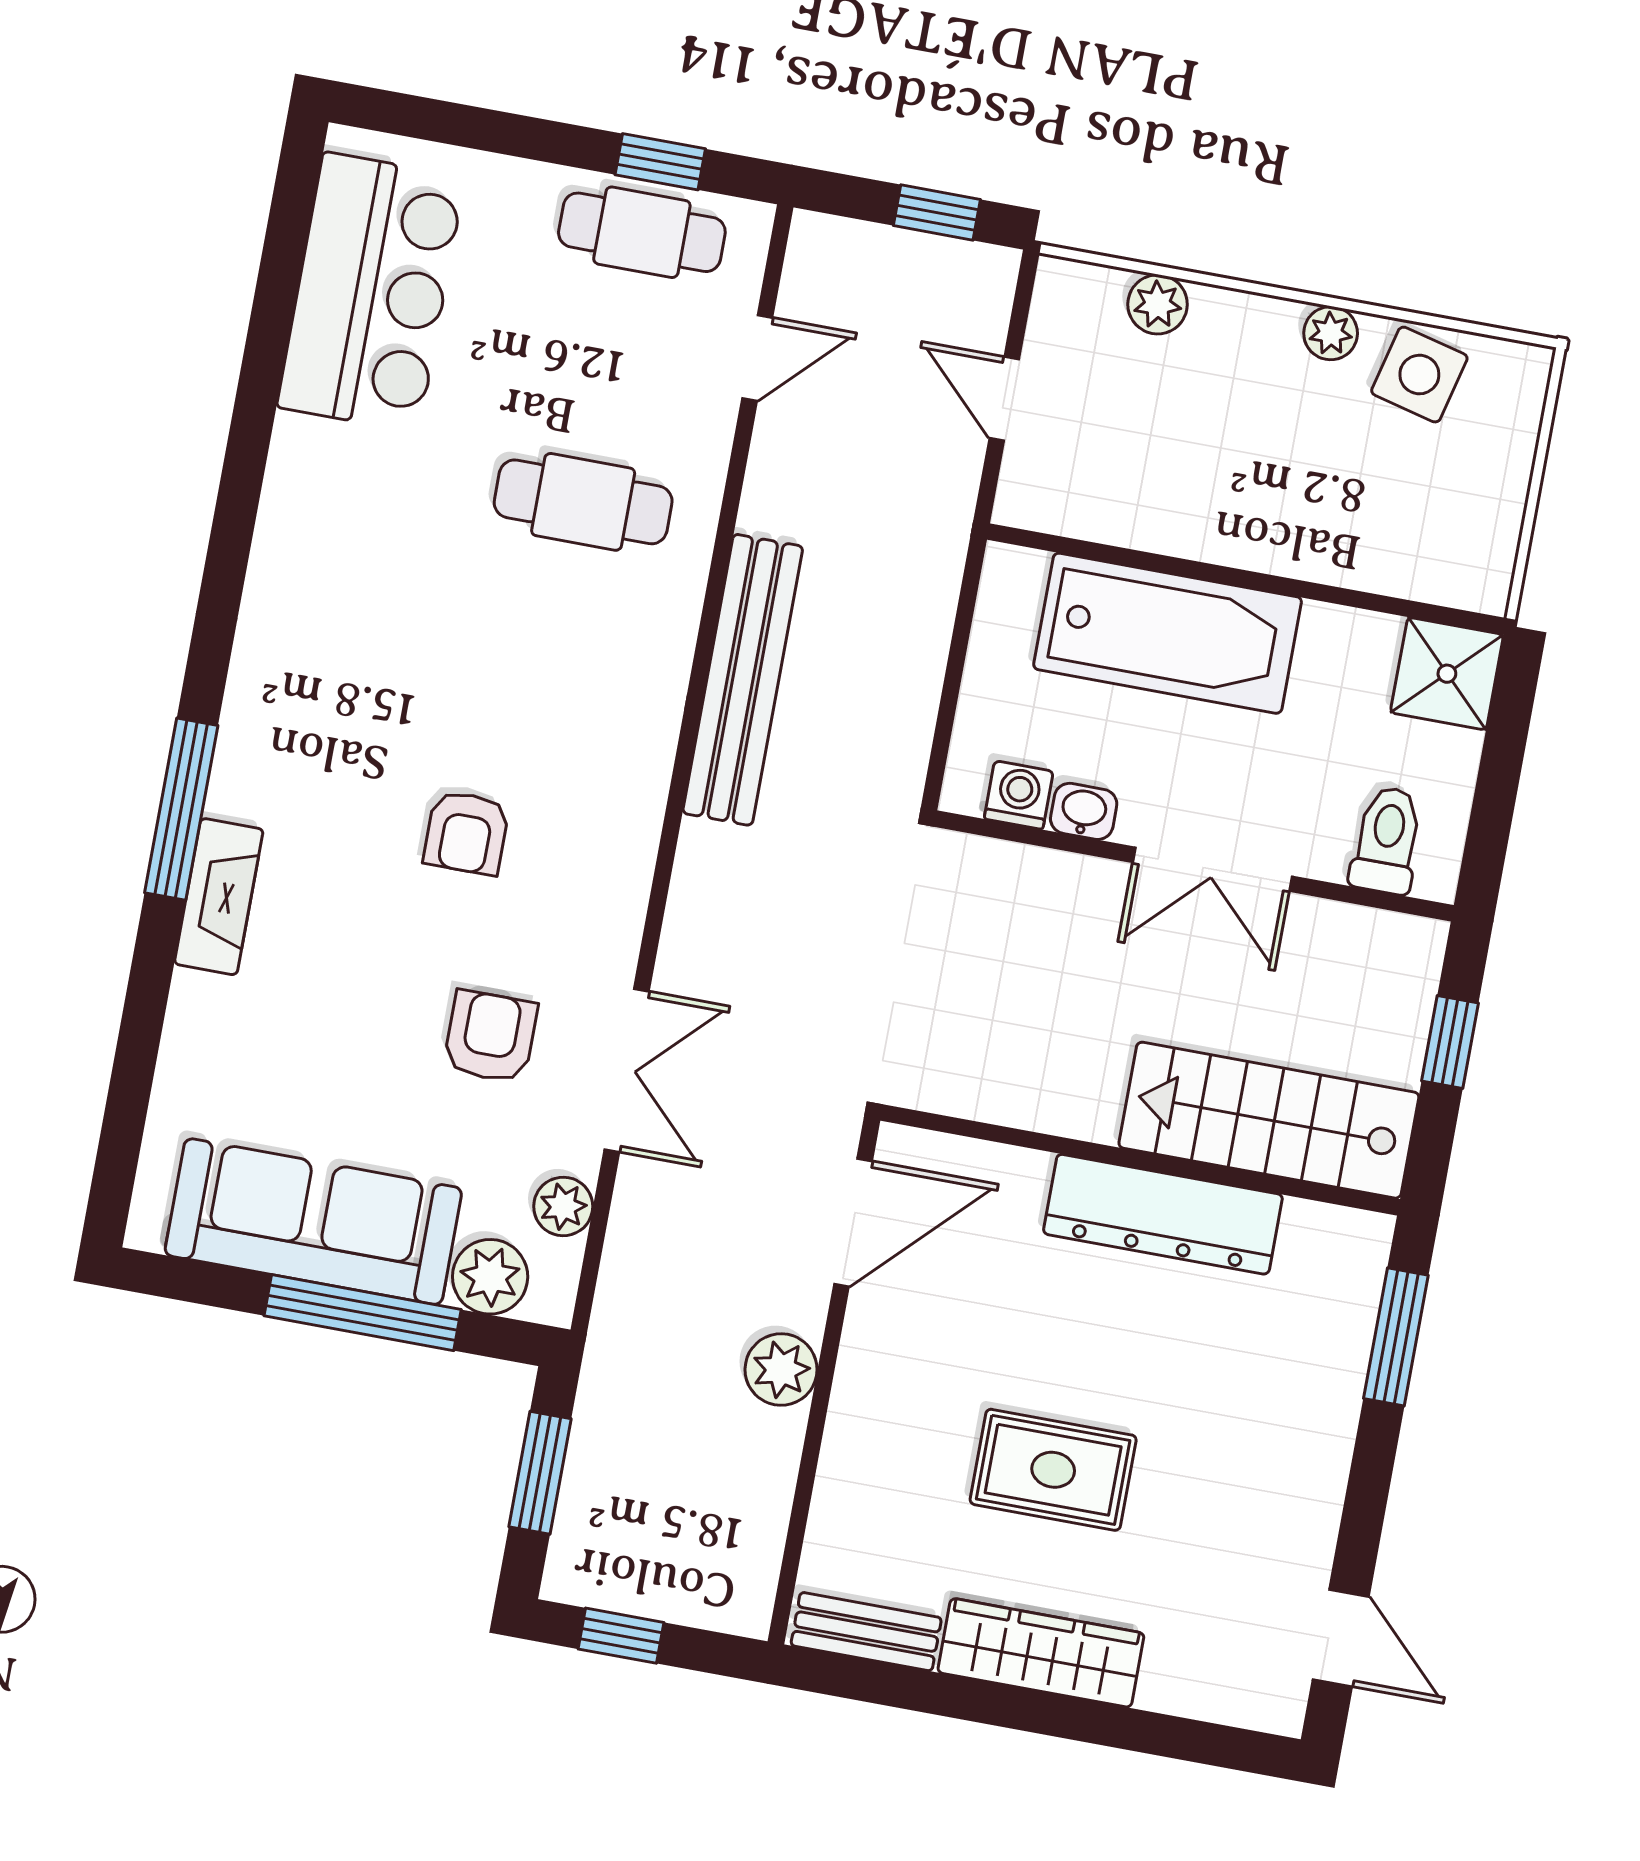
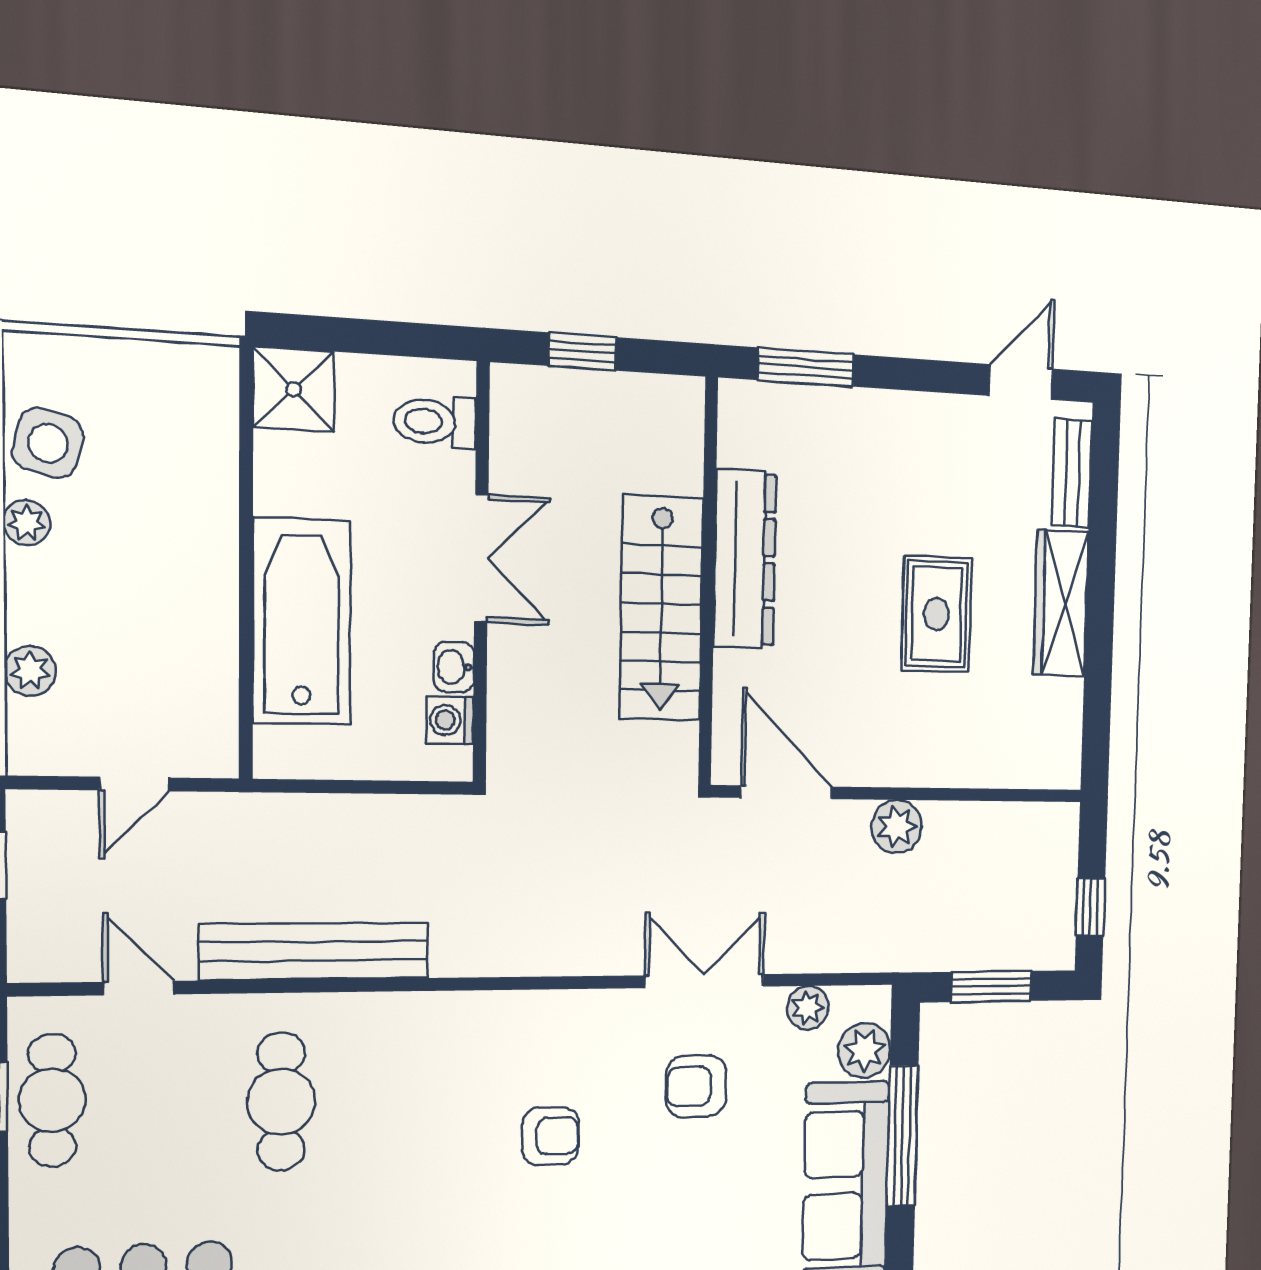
bench: (743, 680) -> (315, 951), moved
stairs: (1269, 1120) -> (661, 608), moved
bench: (866, 1632) -> (1072, 473), moved

